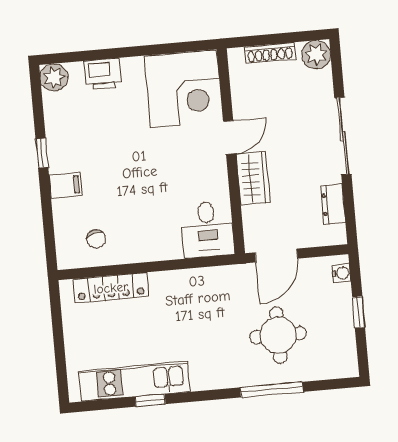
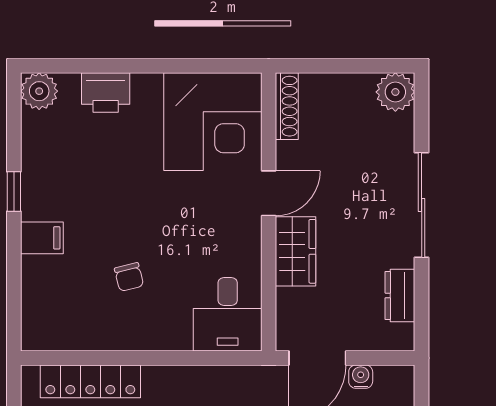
shoe rack: (270, 53) -> (287, 106), moved, turned -90
chair: (96, 239) -> (129, 277), moved
water cooler: (341, 273) -> (361, 377), moved, turned -90

